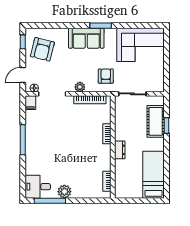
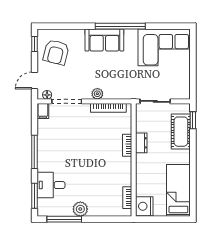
window: (101, 26) -> (120, 26), width x2.11
armchair: (106, 76) -> (126, 82), removed
window: (167, 126) -> (193, 120), moved
dresser: (120, 150) -> (141, 143), moved
window: (23, 179) -> (34, 196), added
desk: (38, 187) -> (51, 185), moved
nightstand: (122, 189) -> (144, 206), added

